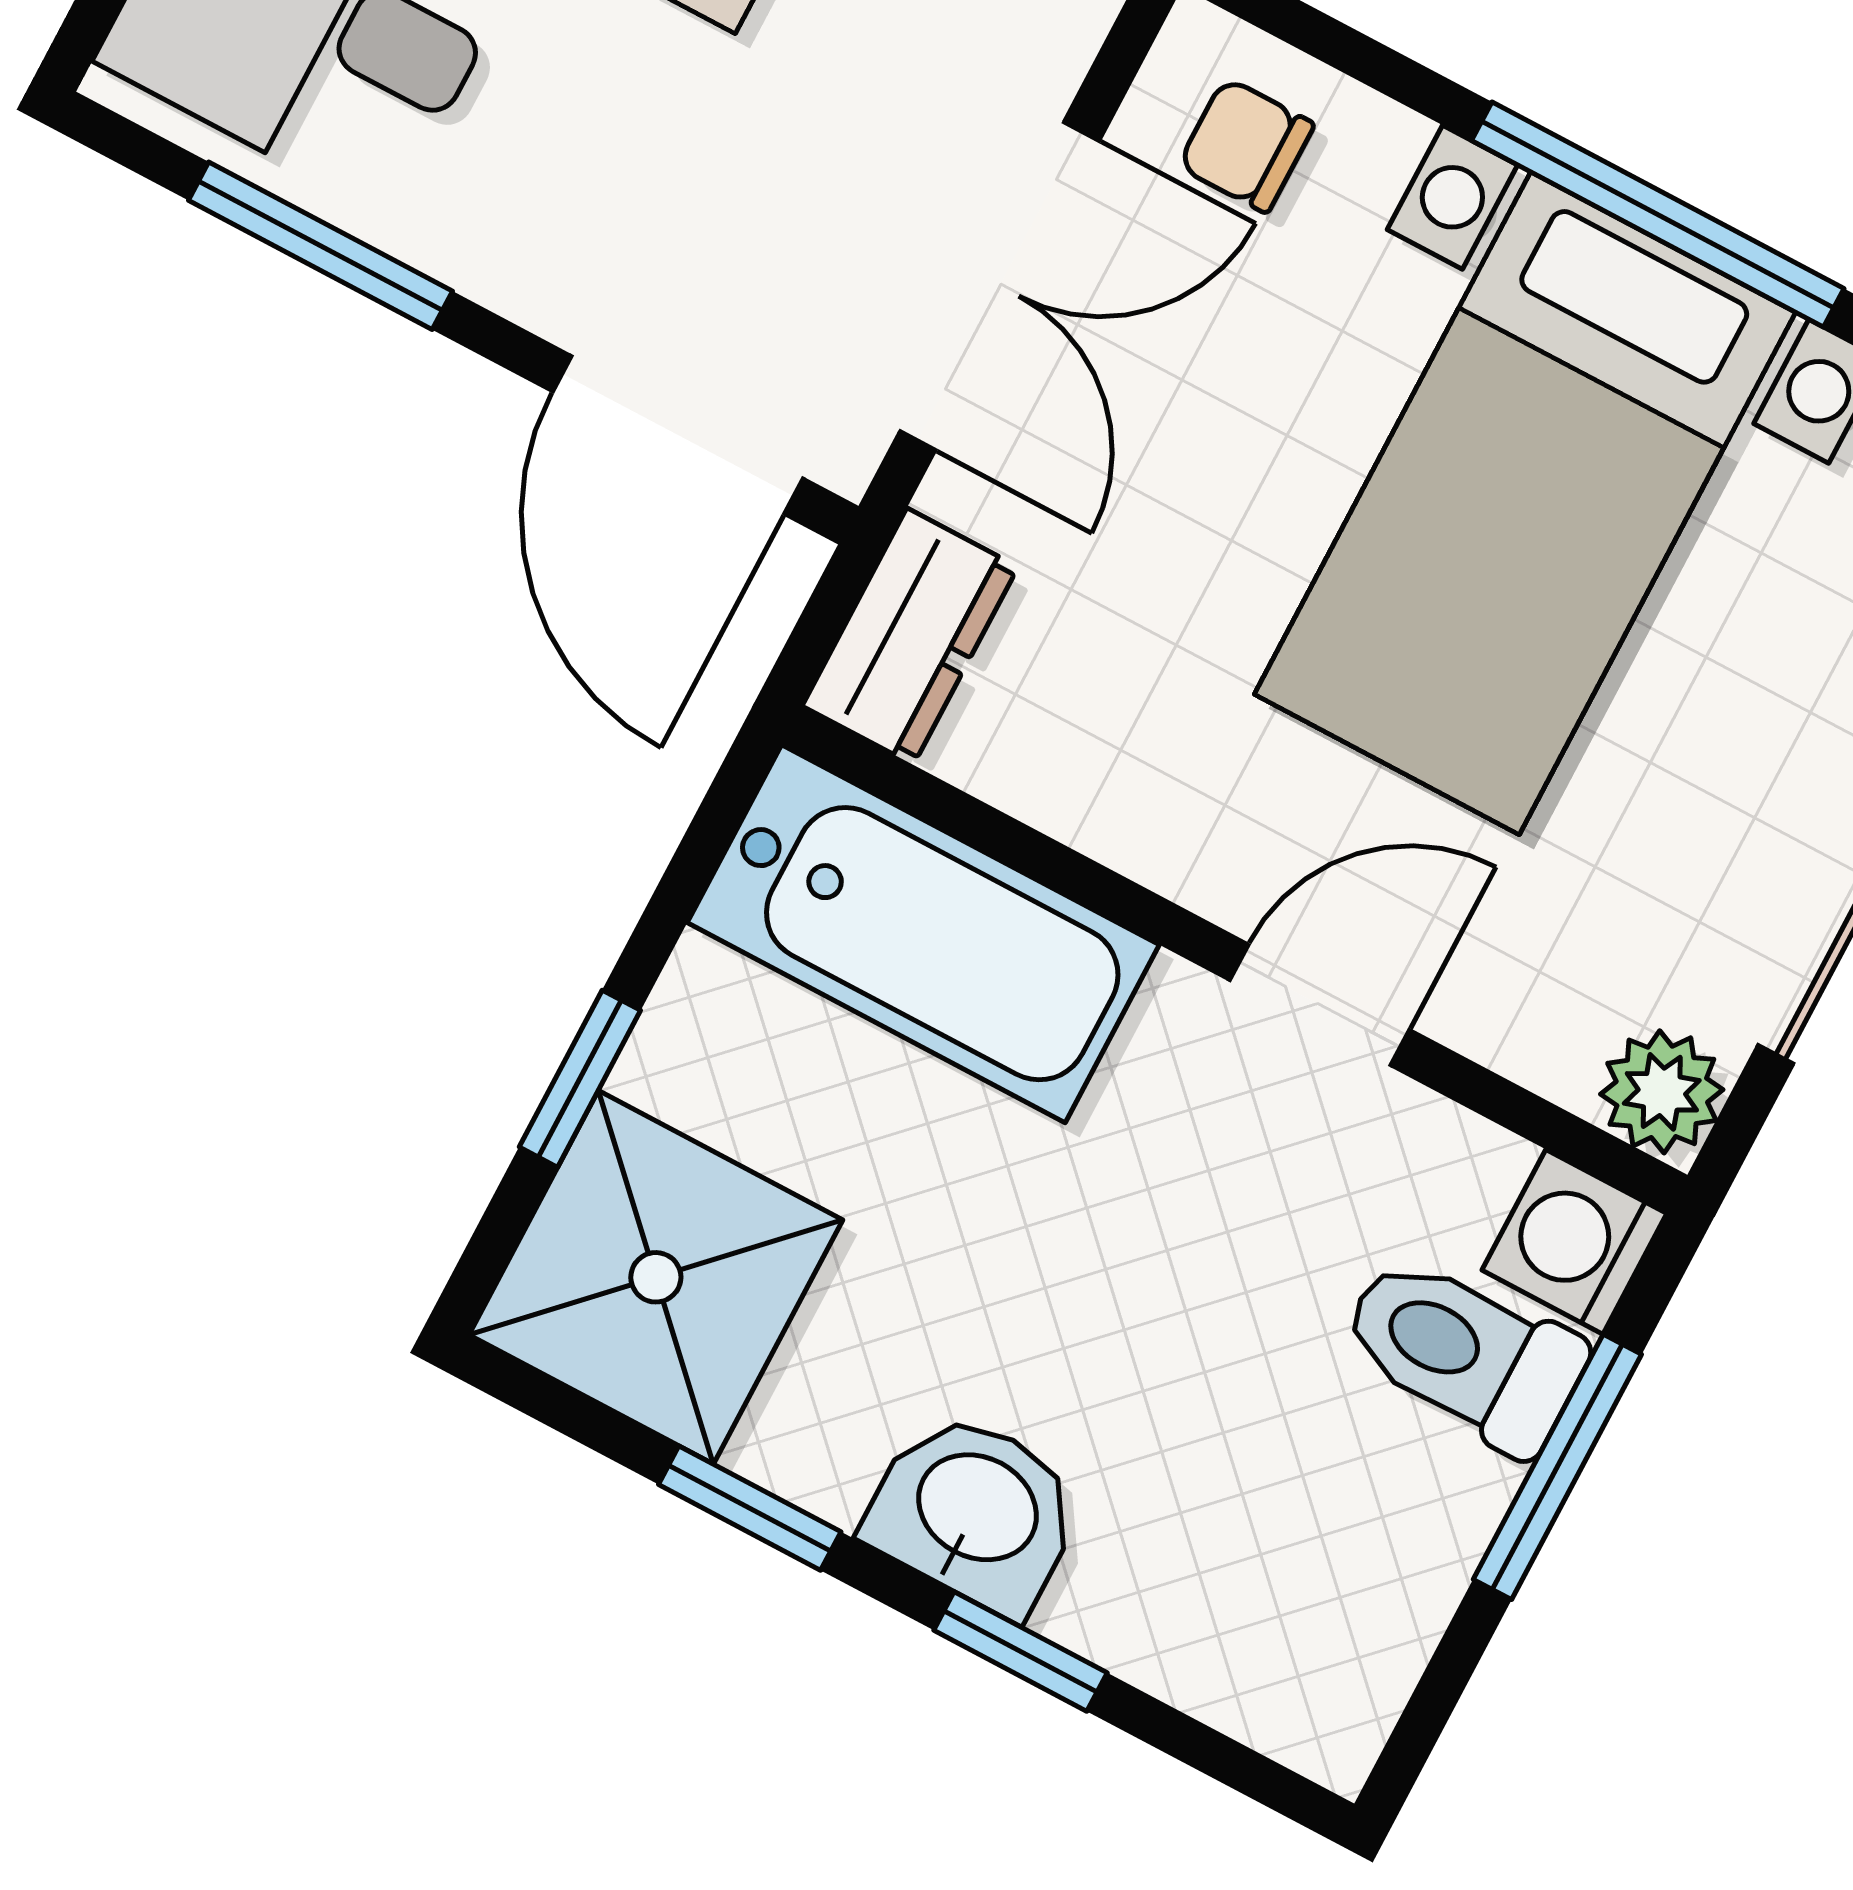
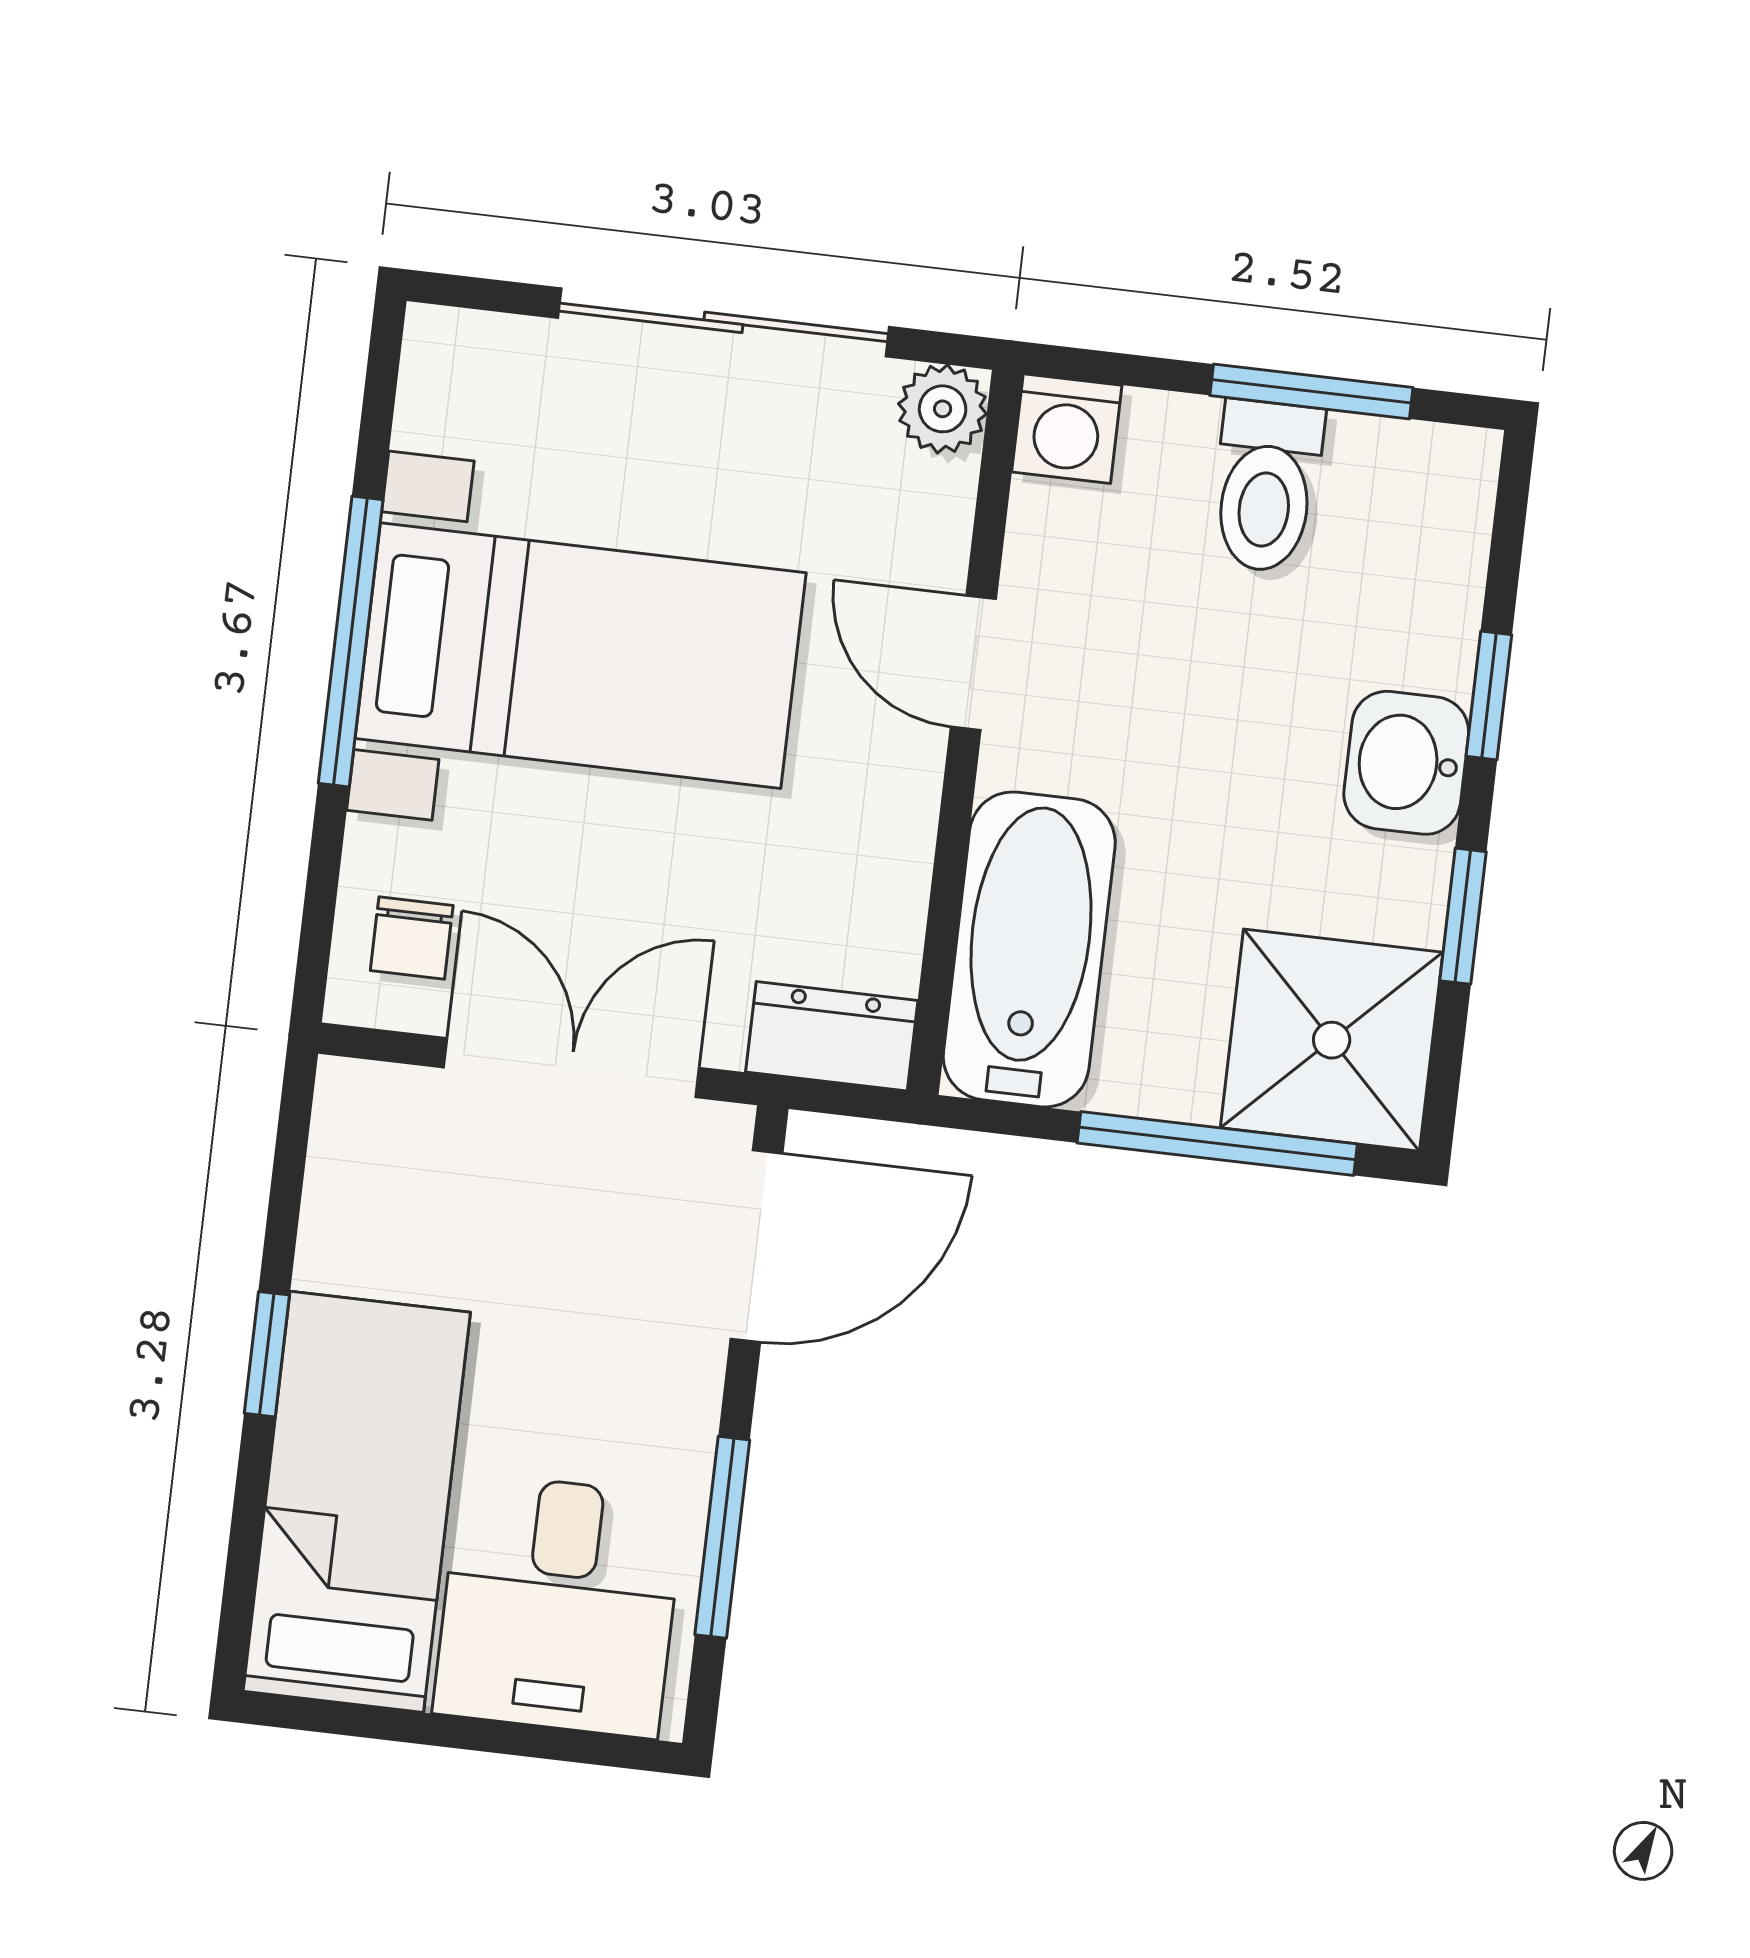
window: (580, 1079) -> (1217, 1143), width x2.17
toilet: (1463, 1353) -> (1266, 486), moved
window: (1557, 1467) -> (1311, 391), moved

